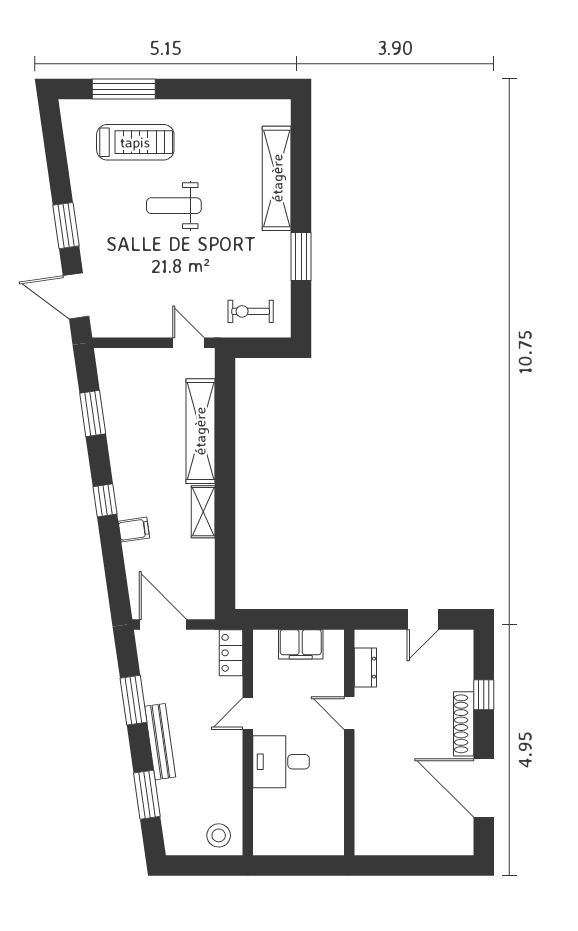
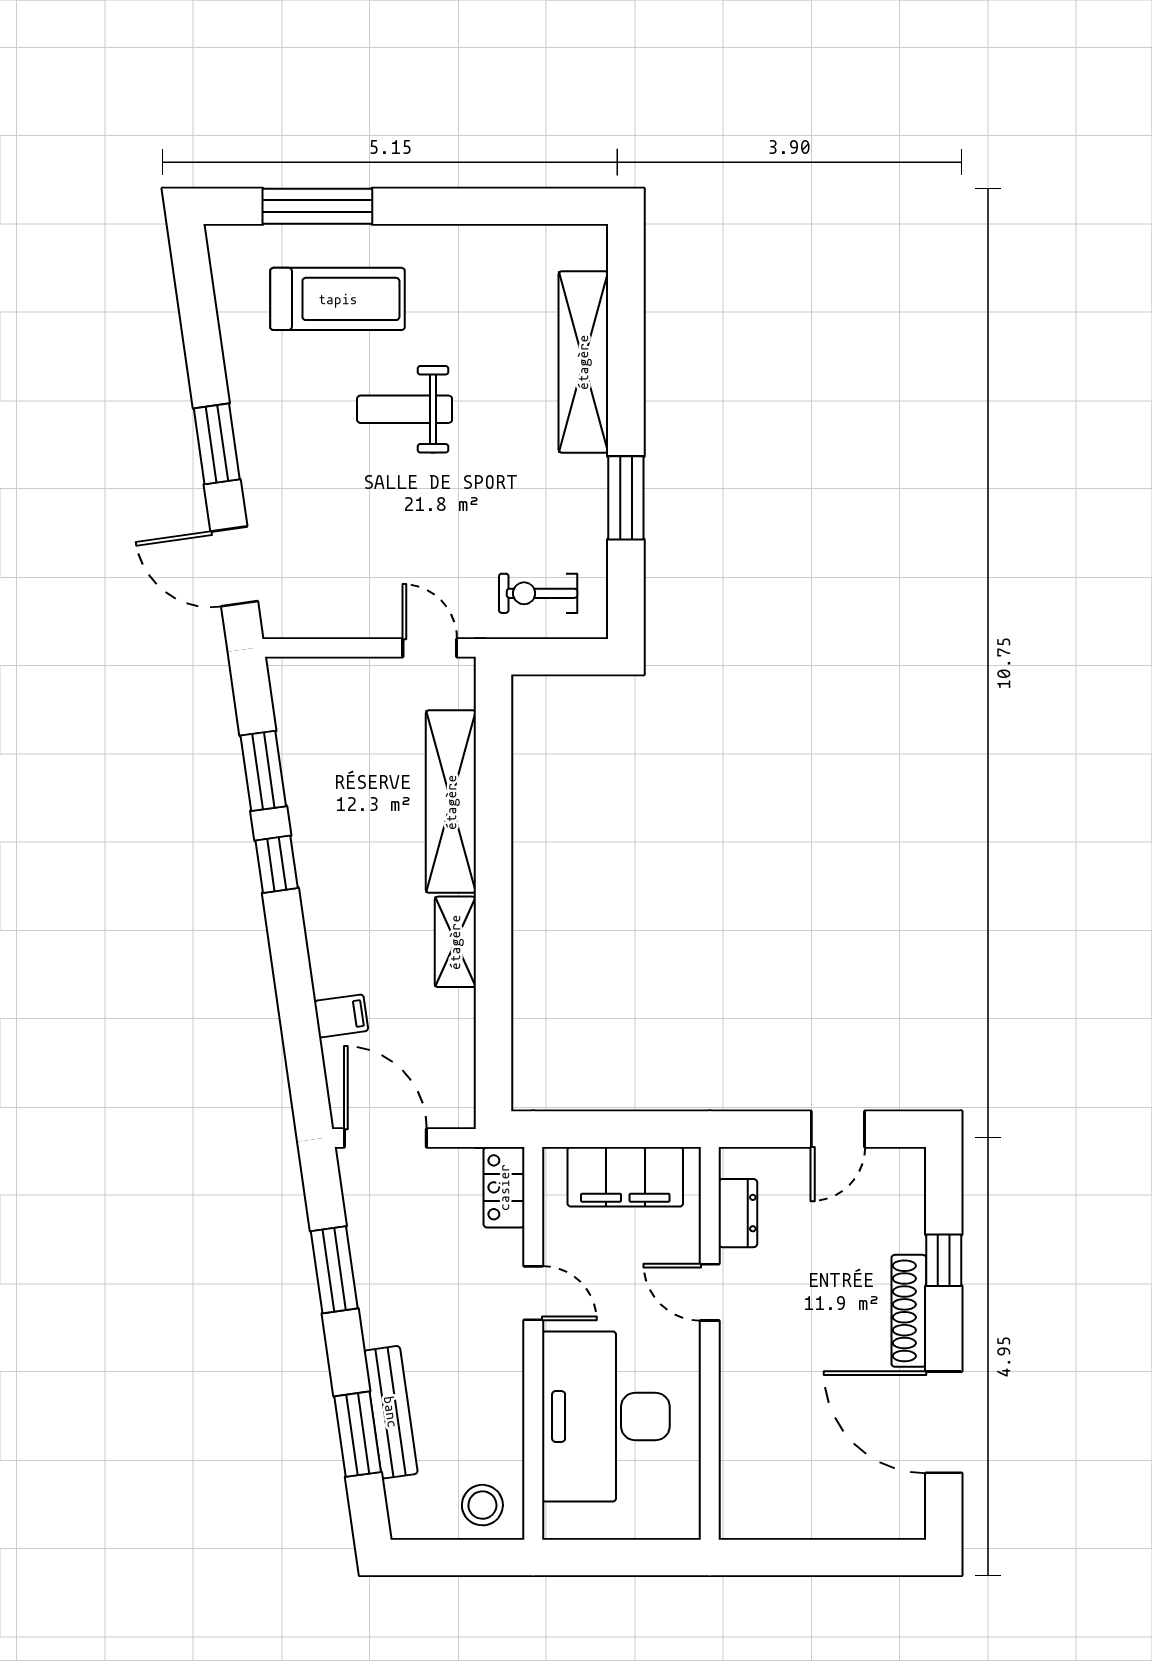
window: (105, 500) -> (277, 864), moved
filing cabinet: (134, 530) -> (341, 1016), moved
filing cabinet: (301, 644) -> (625, 1177), width x1.50, depth x1.17
door: (248, 714) -> (533, 1293), swing flipped
bench: (160, 742) -> (391, 1412), moved
desk: (281, 762) -> (606, 1416), width x1.87, depth x1.30

